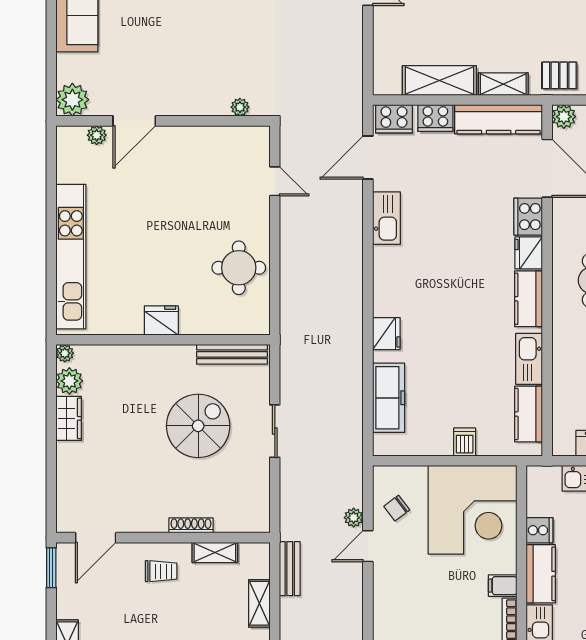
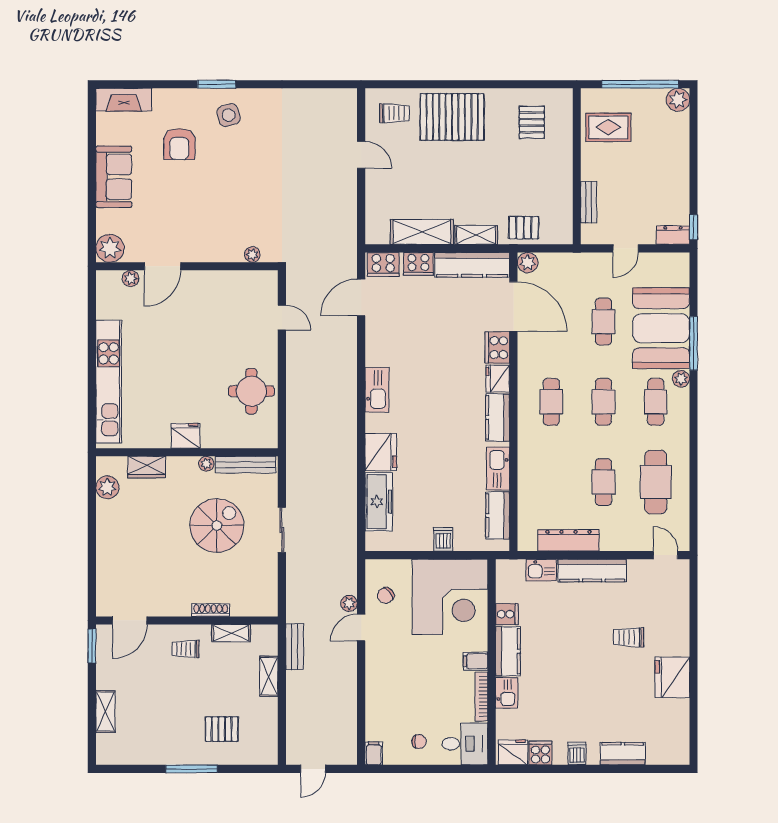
kitchen sink: (386, 218) -> (377, 390), moved
fridge: (386, 334) -> (381, 452), width x1.36, depth x1.34
plant: (65, 353) -> (206, 464), moved
wardrobe: (69, 418) -> (147, 467), moved, turned 90
trolley: (161, 571) -> (185, 649), turned 180

